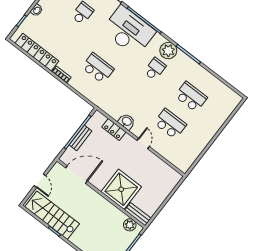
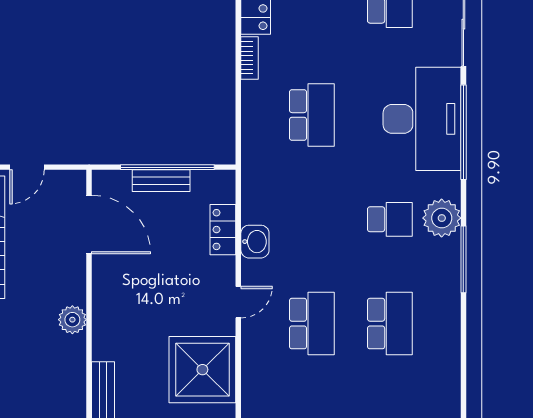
shower: (121, 189) -> (202, 370), moved
plant: (130, 225) -> (72, 320), moved

